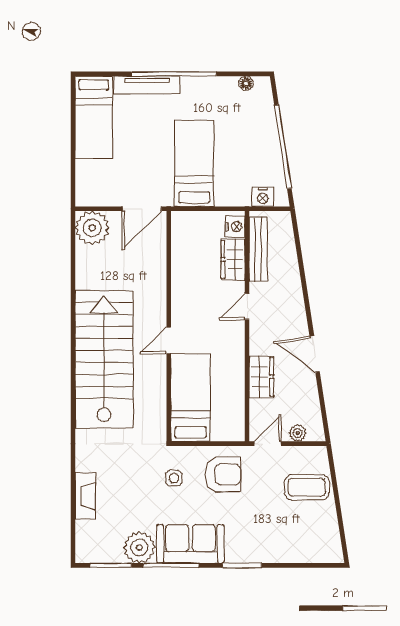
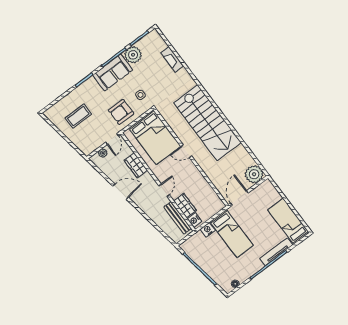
nightstand: (263, 197) -> (208, 230), moved
door: (169, 340) -> (186, 151), swing flipped
bed: (191, 398) -> (155, 137), width x1.50
coffee table: (307, 487) -> (78, 116), moved

